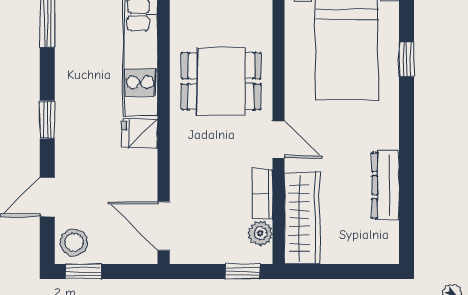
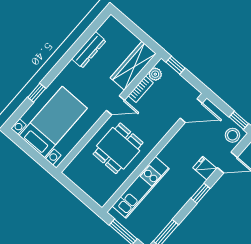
dining table: (221, 81) -> (118, 148), turned 90
fridge: (140, 133) -> (205, 168), moved, turned 180
door: (278, 140) -> (115, 105), swing flipped
door: (164, 226) -> (191, 111), hinge flipped

